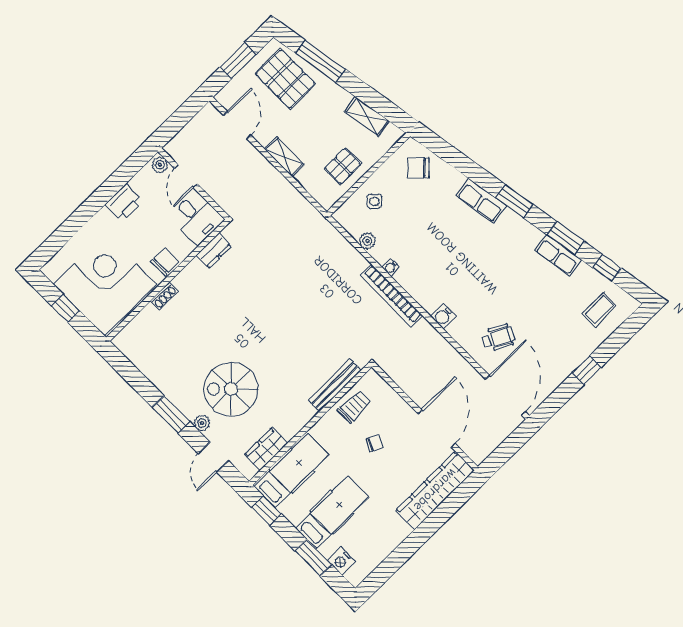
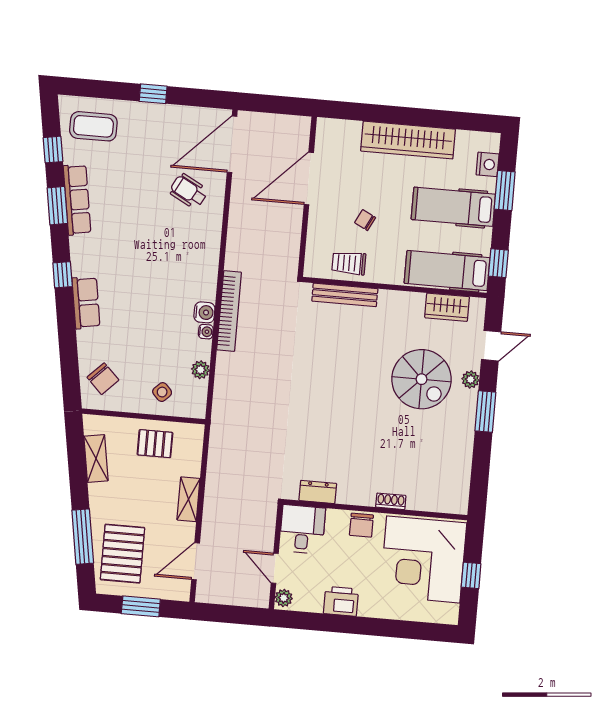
door: (186, 176) -> (275, 568), swing flipped
window: (514, 201) -> (63, 275), width x0.67
row of seats: (558, 255) -> (77, 200), width x1.48
chair: (165, 262) -> (361, 525), turned -90
coffee table: (599, 310) -> (93, 126), width x1.36, depth x1.30
water cooler: (443, 316) -> (204, 312), moved
wardrobe: (435, 490) -> (408, 140), moved

